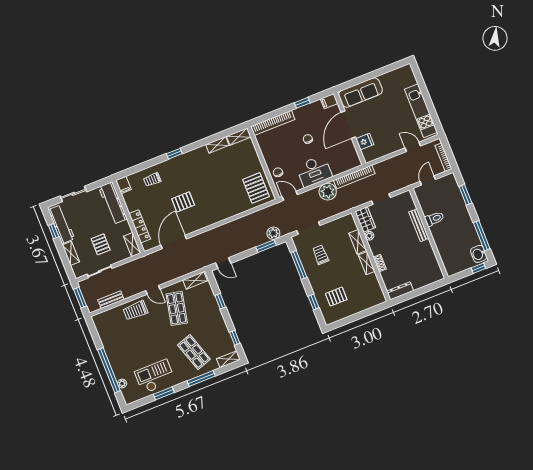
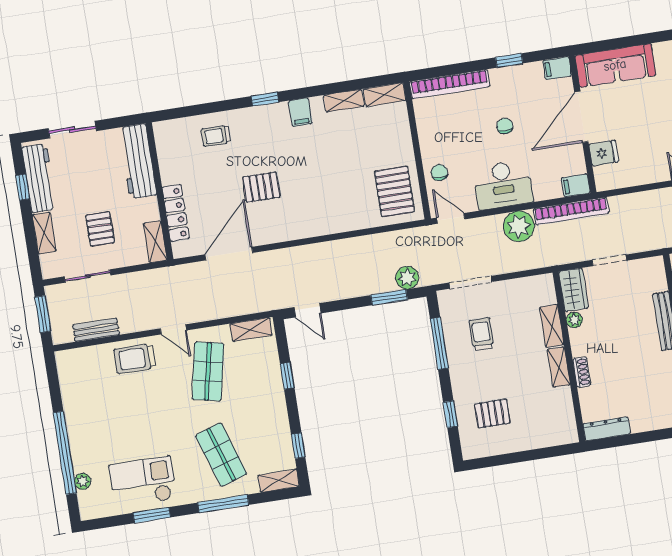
filing cabinet: (354, 163) -> (576, 185), added
filing cabinet: (124, 185) -> (300, 112), moved

